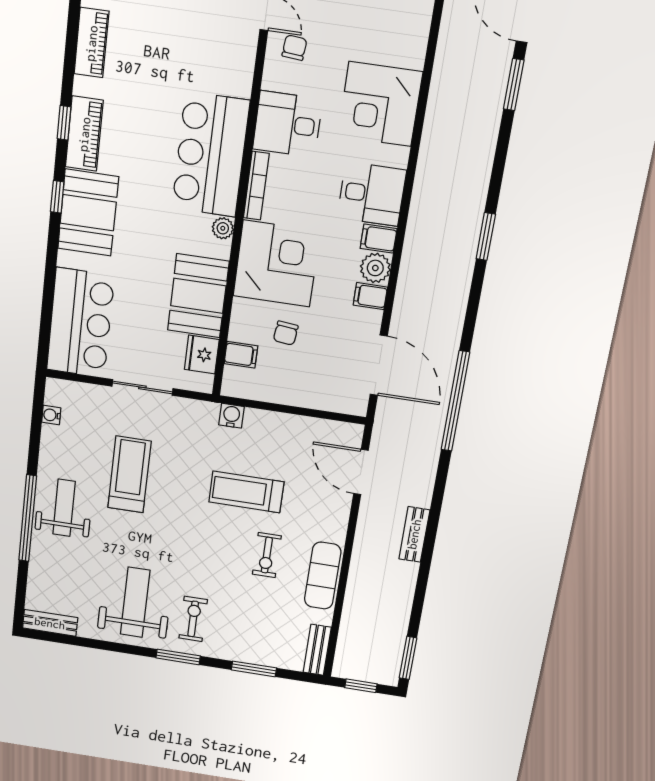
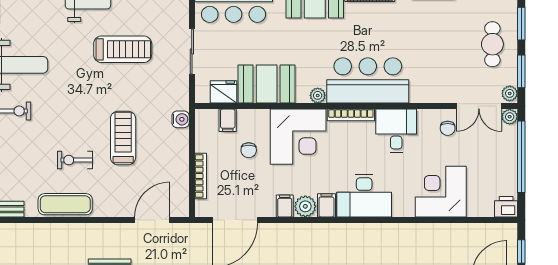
chair: (294, 48) -> (448, 128), turned 85
corner desk: (380, 104) -> (441, 192), moved
desk: (372, 194) -> (364, 196), width x1.37
chair: (286, 333) -> (249, 150), turned -96
bookcase: (312, 401) -> (201, 176), added

